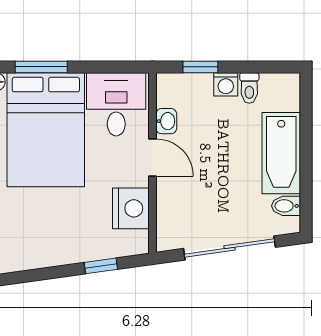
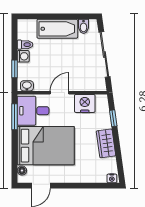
window: (41, 67) -> (15, 117), moved
washbasin: (166, 121) -> (27, 86), moved
wardrobe: (50, 251) -> (106, 143), added

